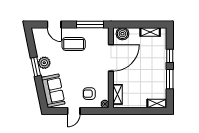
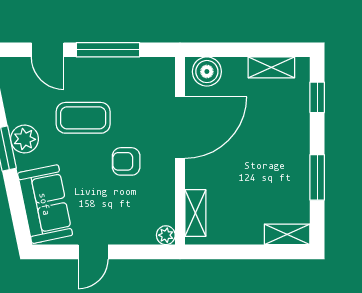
window: (90, 24) -> (108, 50), moved
coffee table: (74, 44) -> (83, 118), moved
window: (170, 56) -> (317, 97), moved
armchair: (89, 94) -> (126, 161), moved

